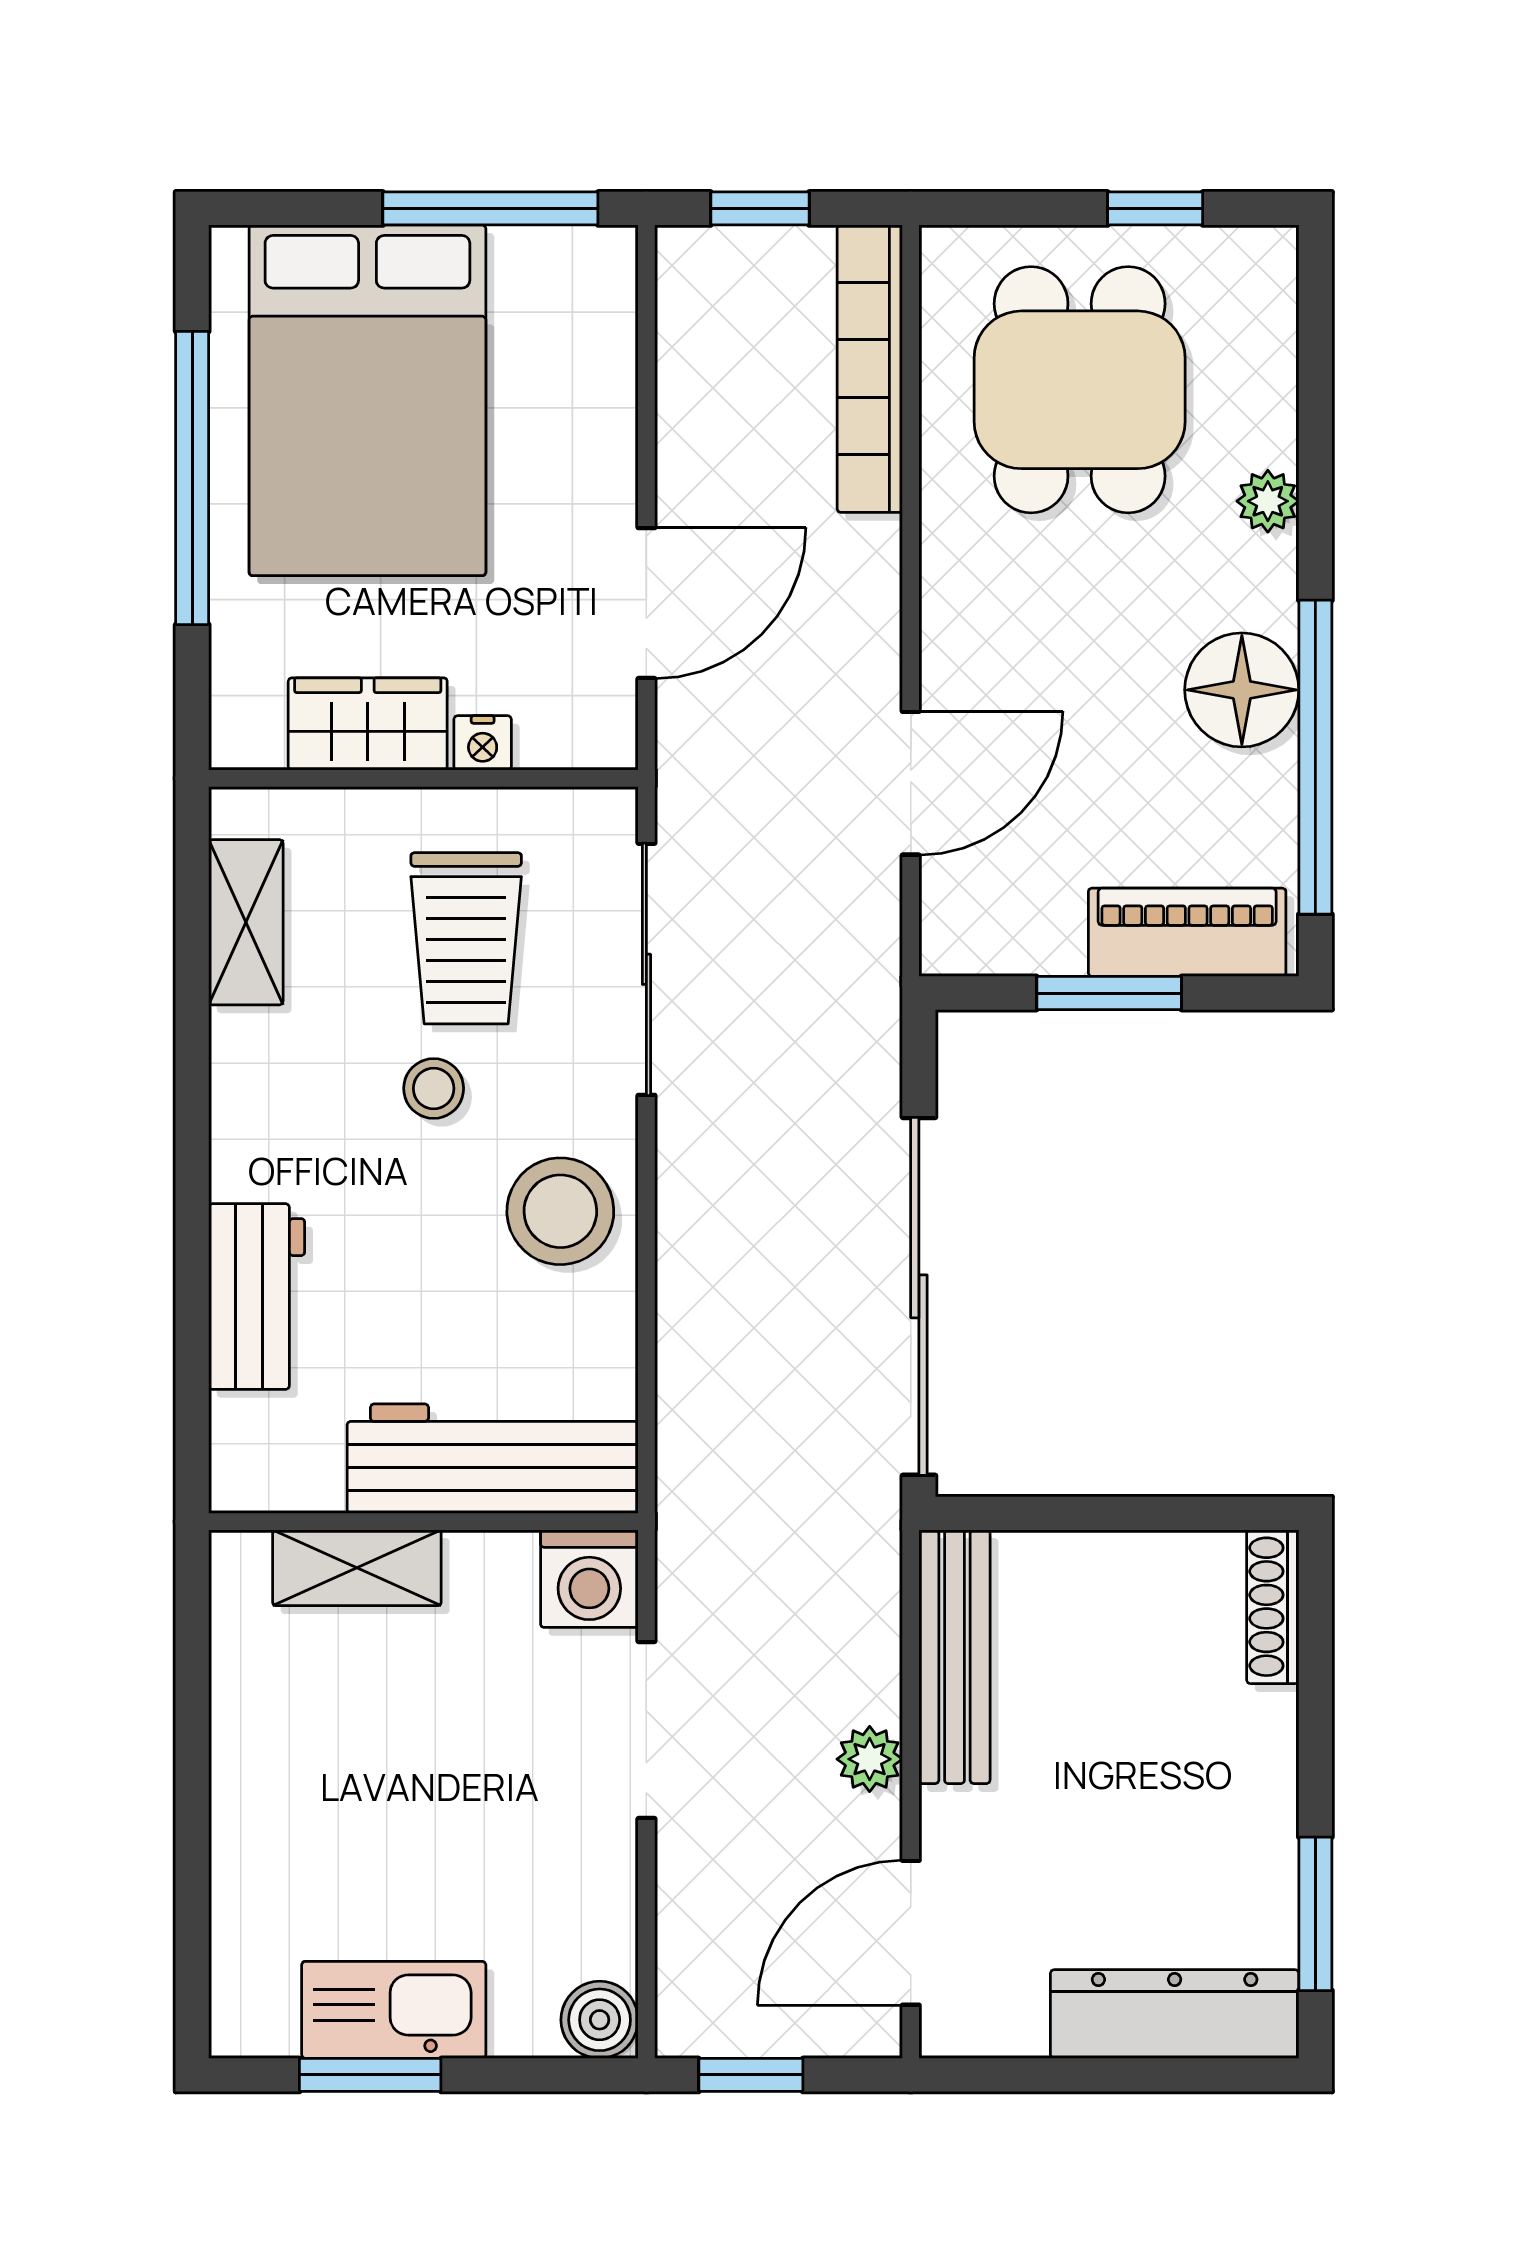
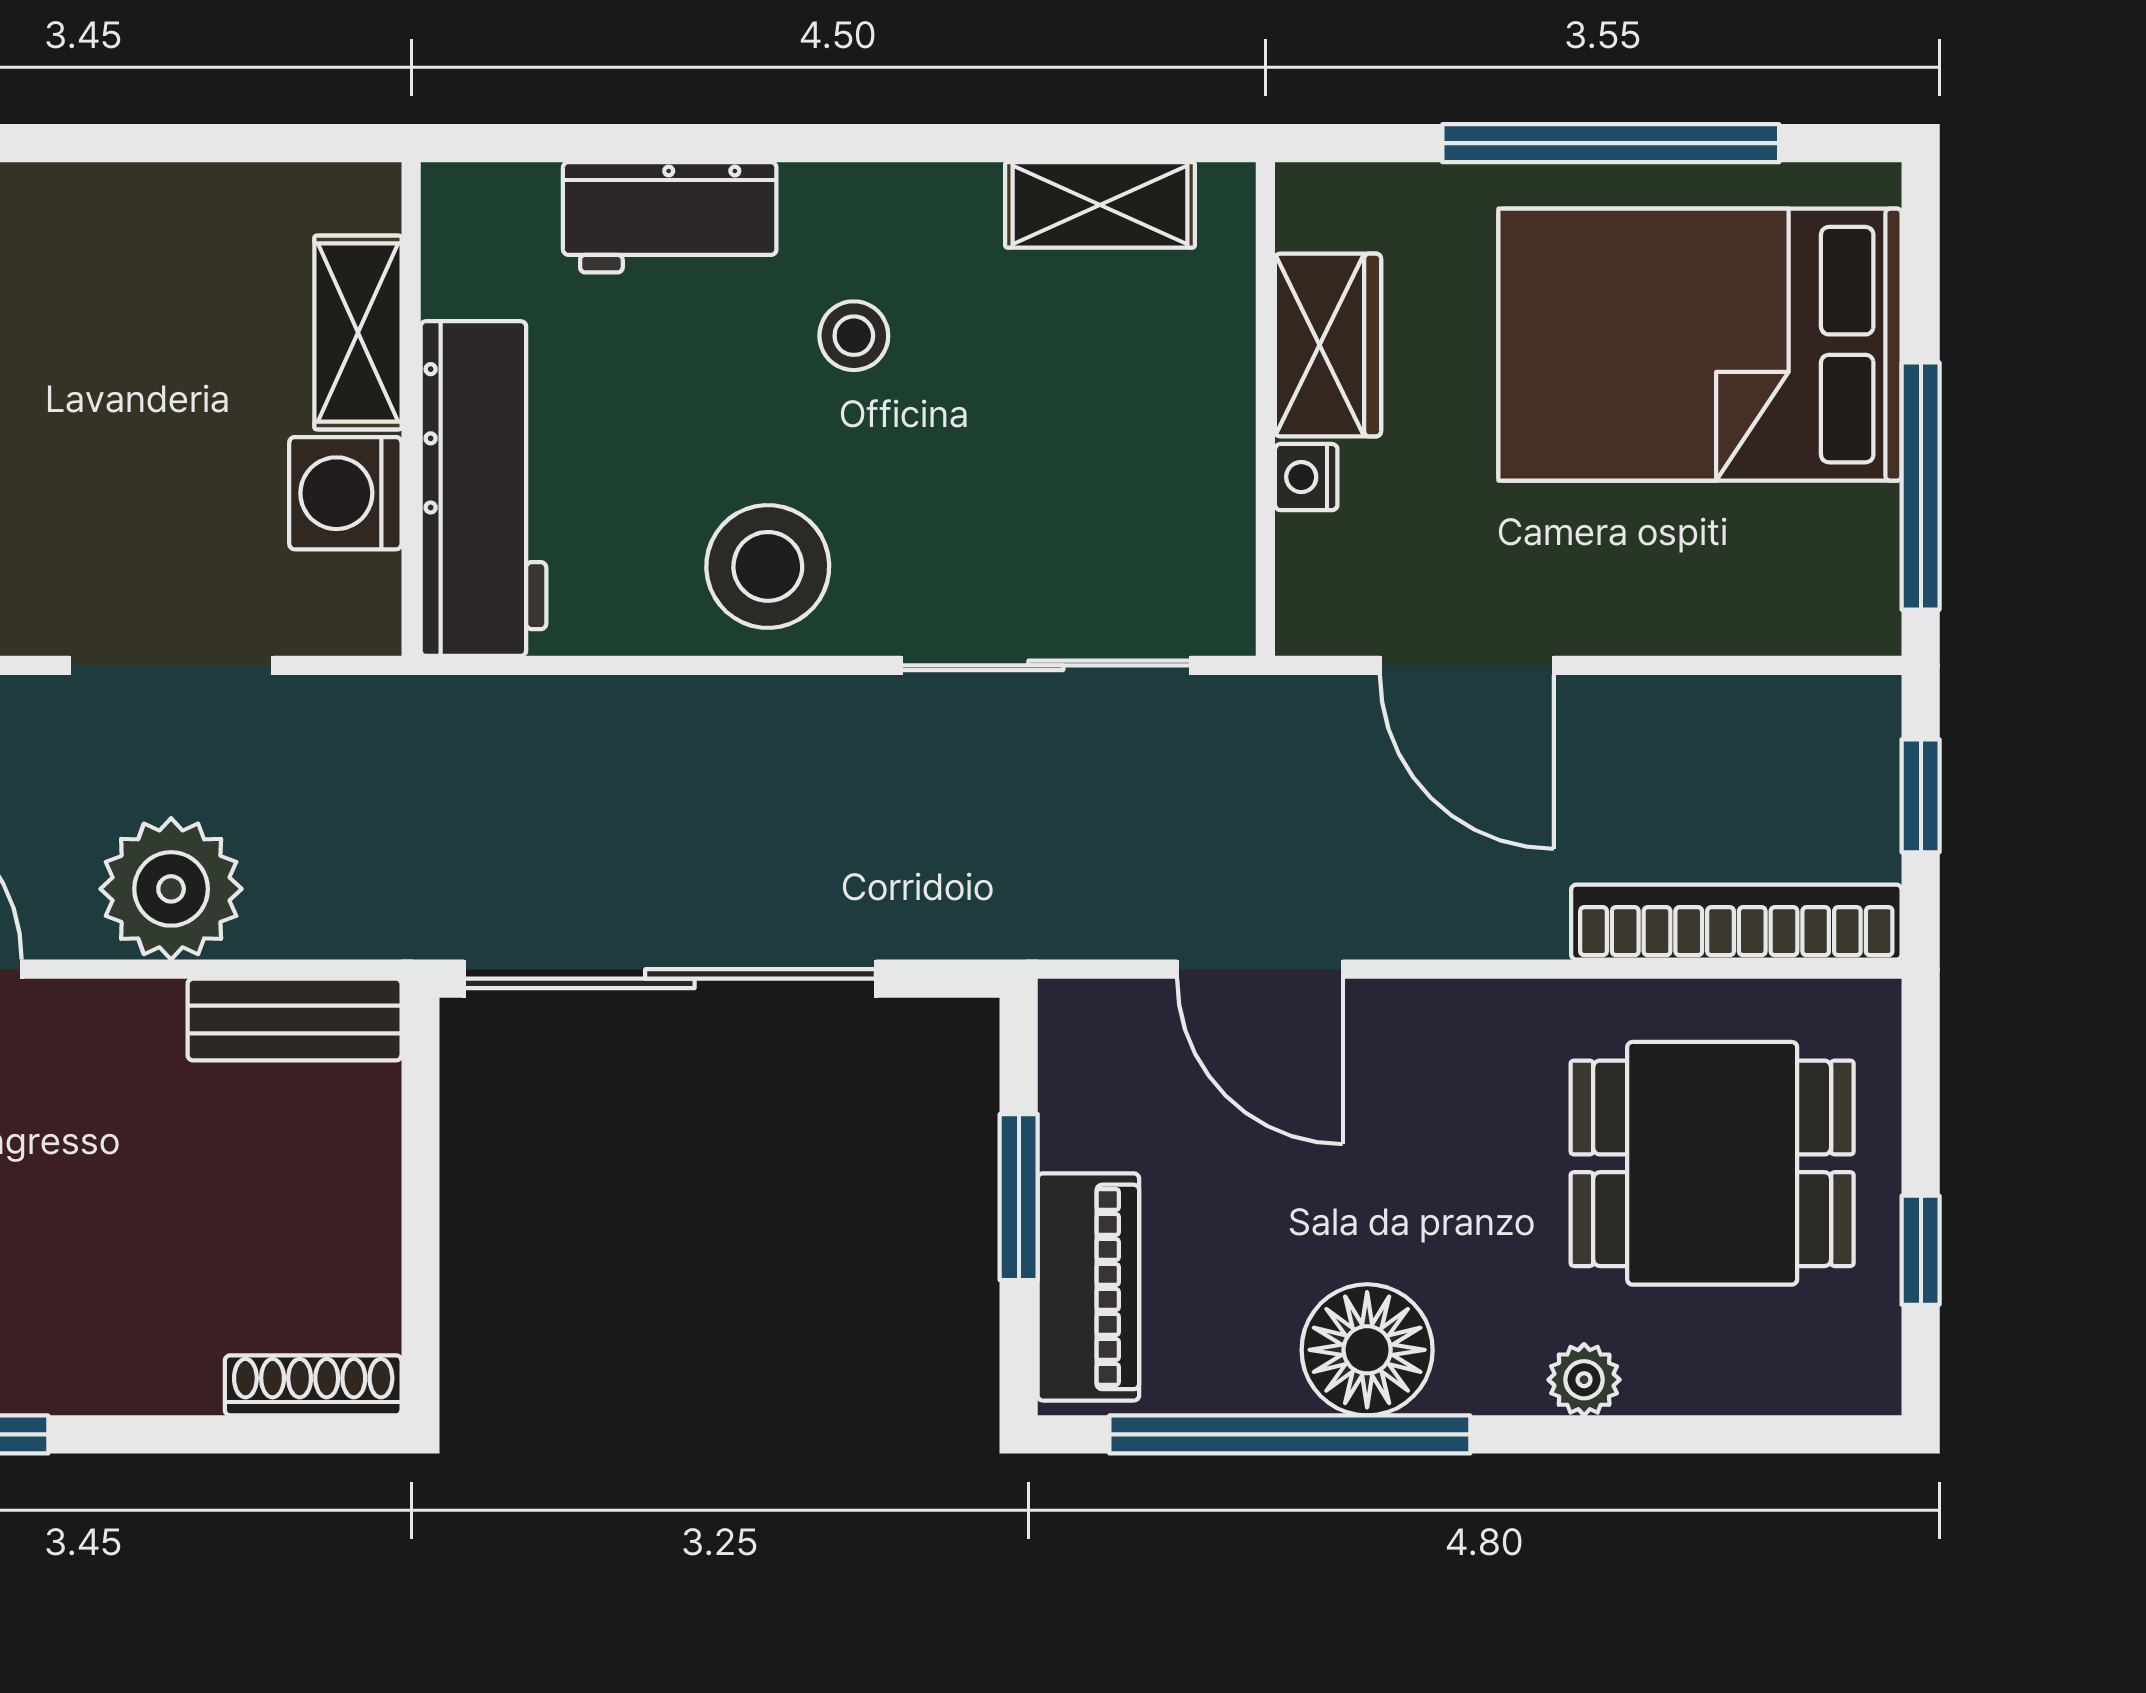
trolley: (466, 938) -> (1082, 458), removed
stool: (434, 1088) -> (854, 336), moved
washing machine: (589, 1579) -> (345, 493), moved
bench: (954, 1657) -> (295, 1020), width x0.73
plant: (870, 1759) -> (171, 889), width x1.87, depth x1.87

